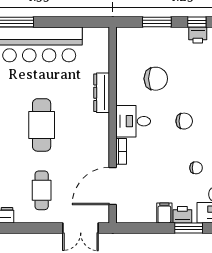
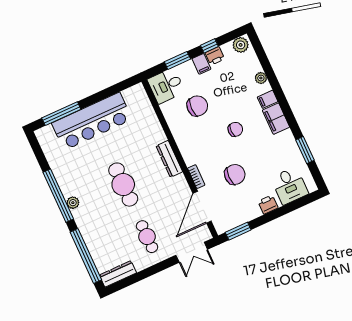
dresser: (102, 93) -> (169, 159), moved
desk: (133, 121) -> (166, 86), moved
chair: (196, 168) -> (235, 175), moved, width x1.87, depth x1.87
filing cabinet: (164, 213) -> (201, 64), moved, turned 180
window: (189, 228) -> (238, 231), moved

